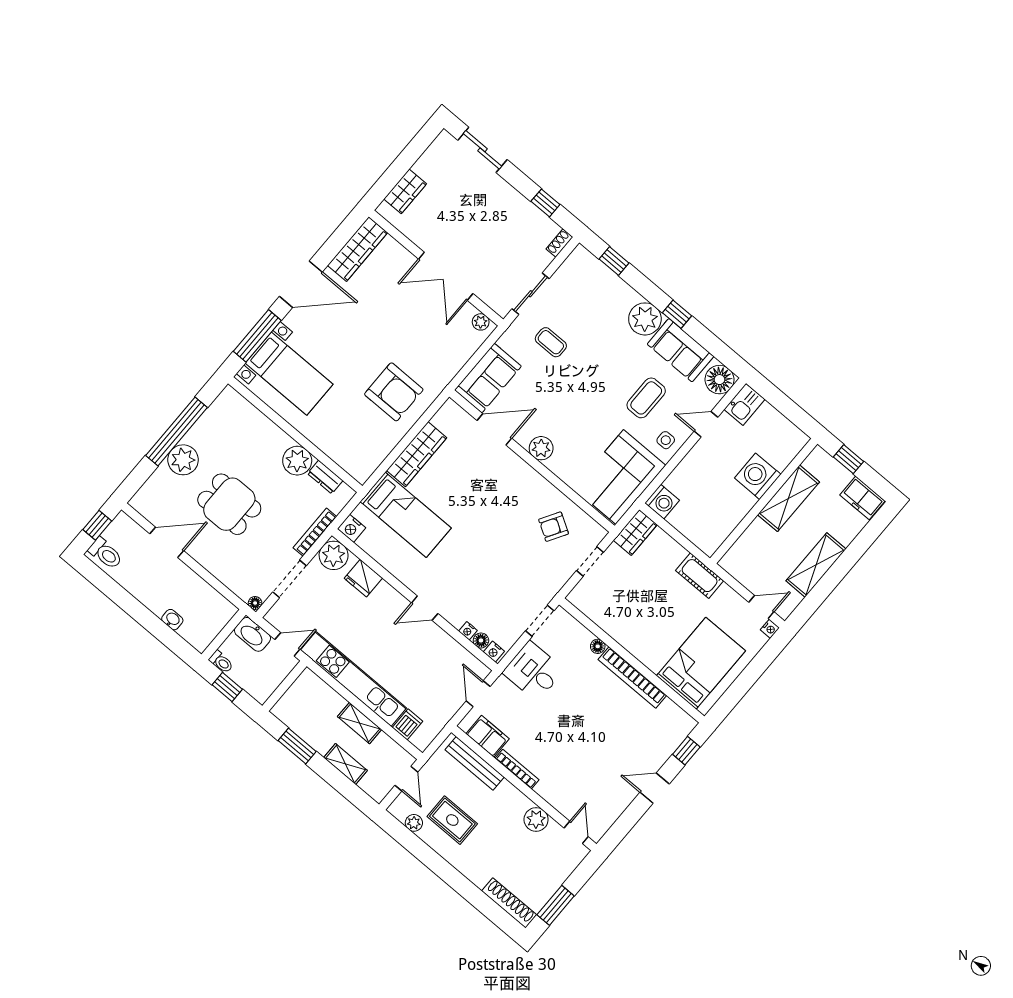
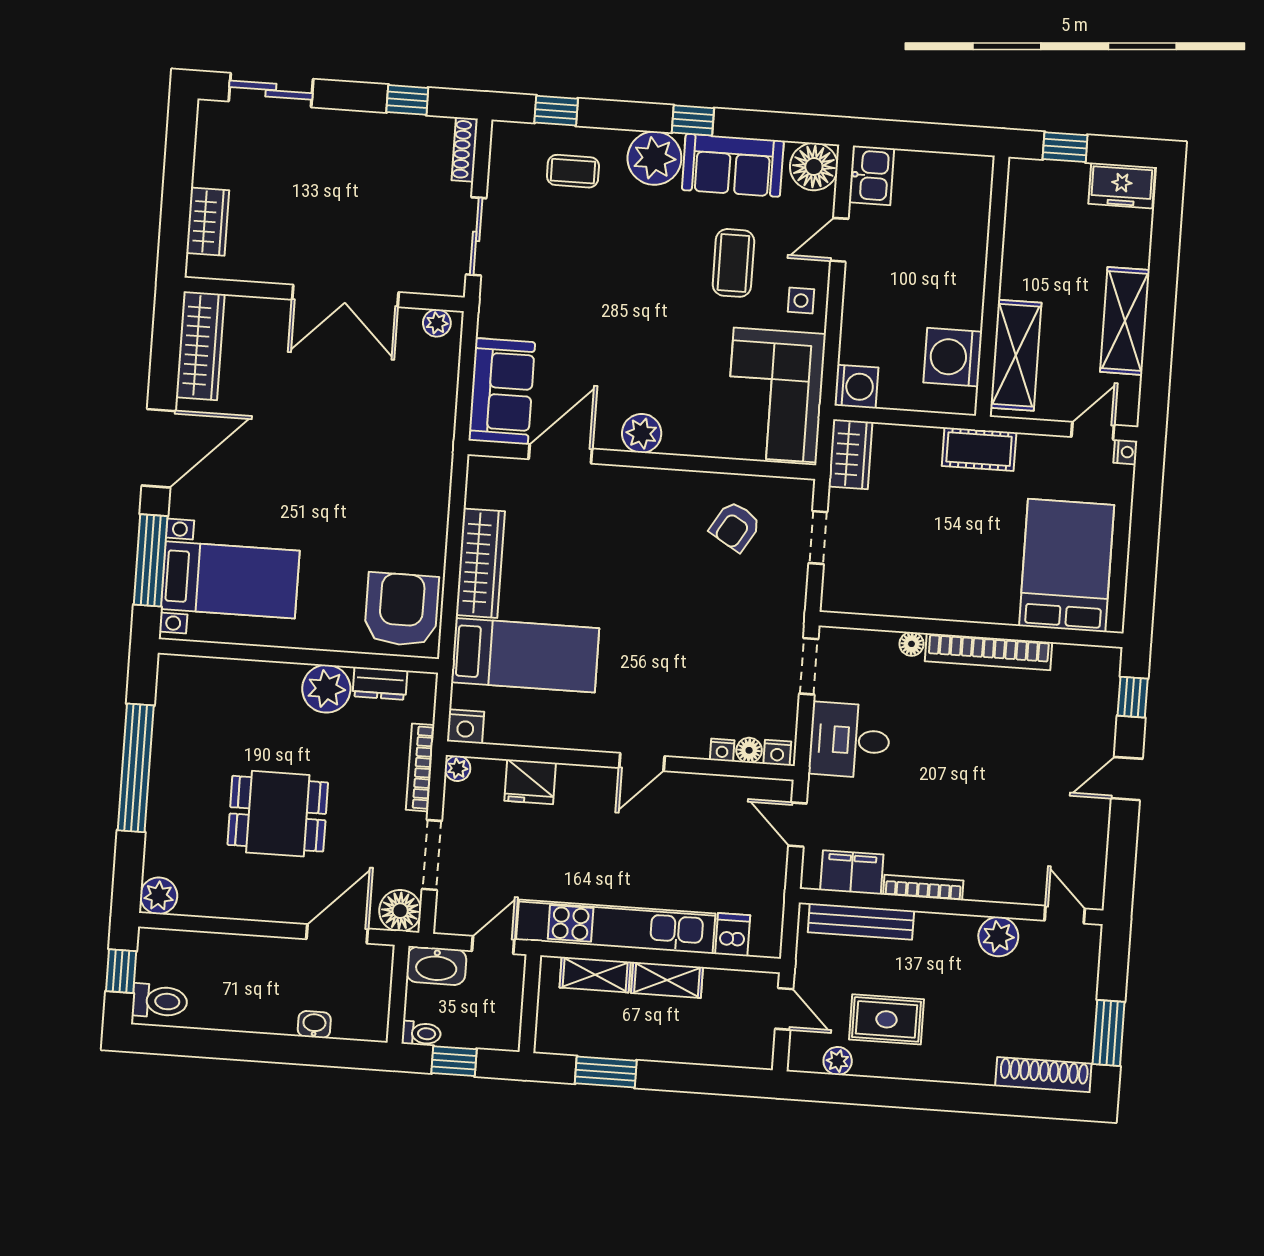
shoe rack: (559, 243) -> (465, 150), width x1.43
coffee table: (551, 342) -> (573, 171), moved
armchair: (394, 392) -> (402, 609), moved, turned -90
plant: (183, 460) -> (159, 896), moved, width x0.73, depth x0.73
washing machine: (758, 476) -> (953, 357), moved
shelving: (789, 498) -> (1016, 355), moved
door: (167, 542) -> (337, 934), moved
plant: (334, 555) -> (458, 768), width x0.53, depth x0.53
floor lamp: (255, 603) -> (400, 911), width x1.89, depth x1.89
shelving: (345, 764) -> (595, 975), moved

